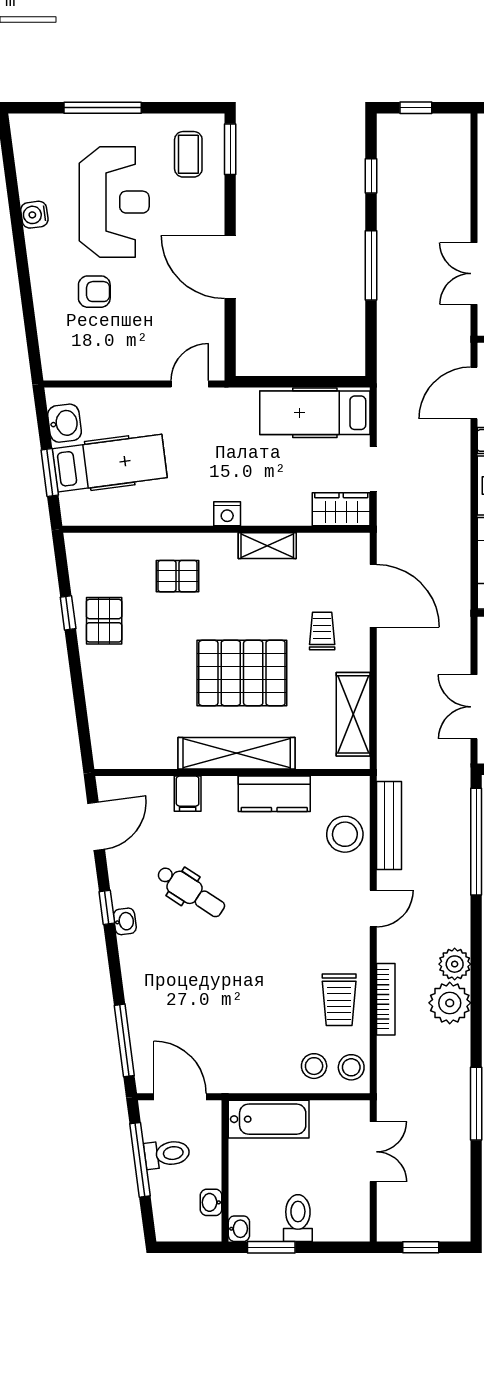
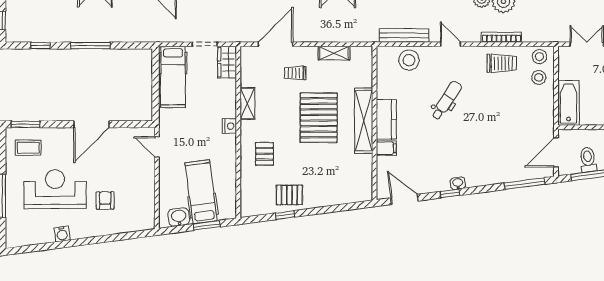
shelving: (353, 714) -> (334, 53), width x0.67, depth x0.75
kitchen counter: (274, 794) -> (386, 119), moved
dental chair: (191, 891) -> (447, 101), moved

